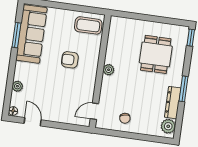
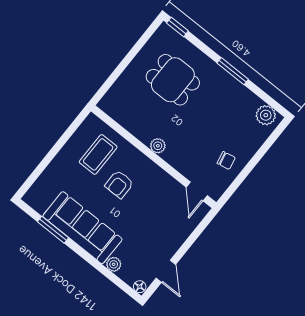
coffee table: (88, 25) -> (98, 154), moved
sofa: (31, 34) -> (82, 228), moved
dresser: (173, 103) -> (241, 93), removed
door: (33, 122) -> (166, 271), swing flipped

